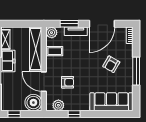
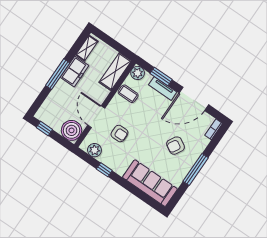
shelving: (36, 49) -> (115, 72), width x0.68

